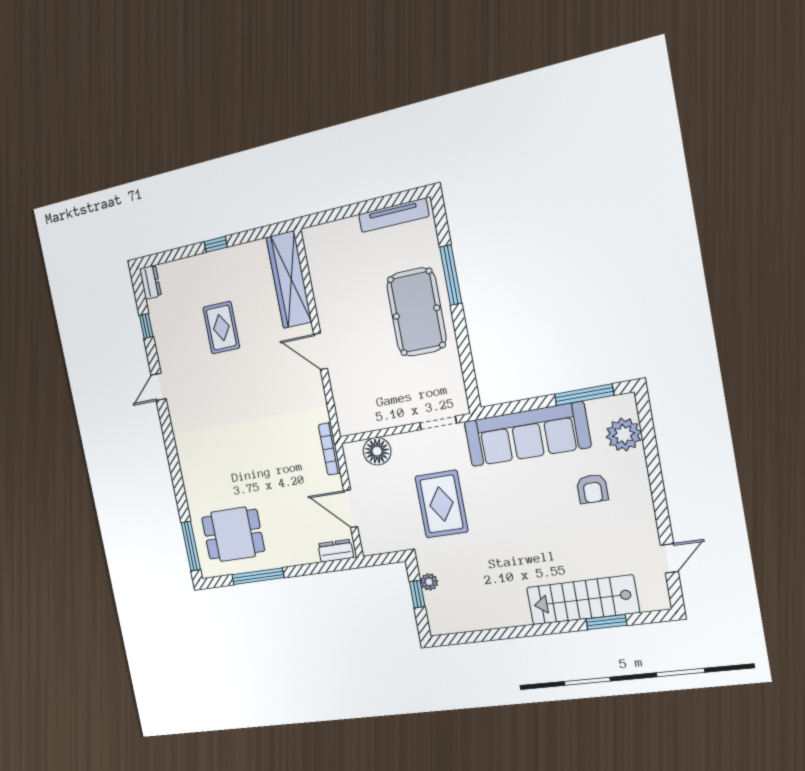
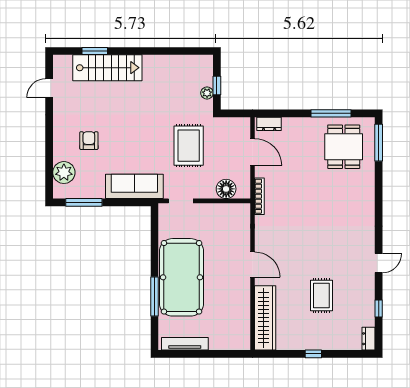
pool table: (416, 312) -> (182, 277), width x1.36, depth x1.32
sofa: (527, 434) -> (134, 186), width x0.74, depth x0.79
dining table: (233, 534) -> (344, 147), turned 90

